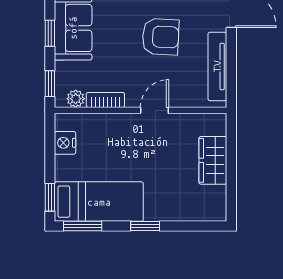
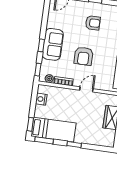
armchair: (161, 37) -> (84, 56), moved, turned 87

